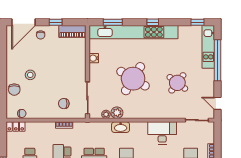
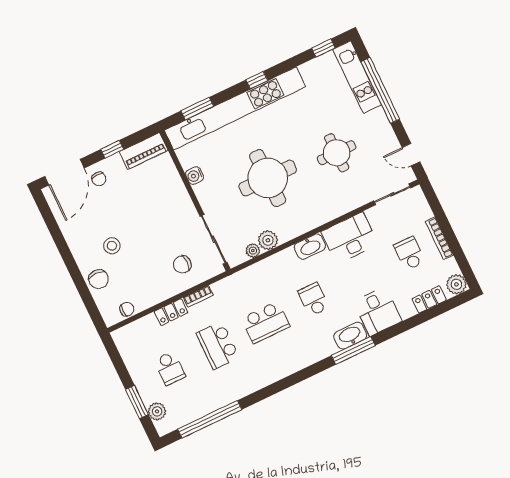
round table: (133, 79) -> (268, 178), turned -31
round table: (177, 83) -> (337, 153), turned -37
locker: (16, 127) -> (171, 312), moved
washbasin: (121, 127) -> (310, 247), moved

